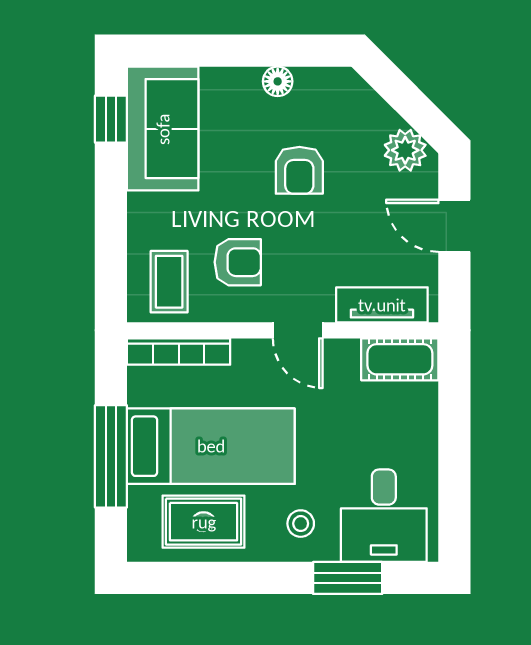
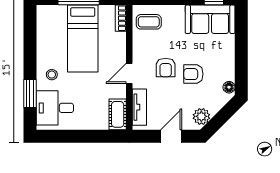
floor lamp: (278, 81) -> (229, 87), moved
armchair: (238, 262) -> (166, 67), moved
bookcase: (179, 352) -> (121, 18), width x0.64
rug: (204, 522) -> (53, 36), removed

